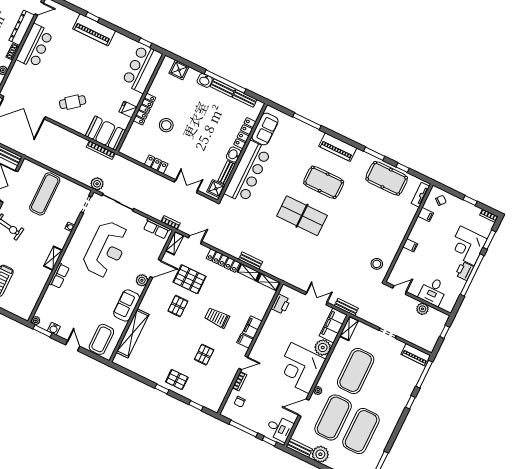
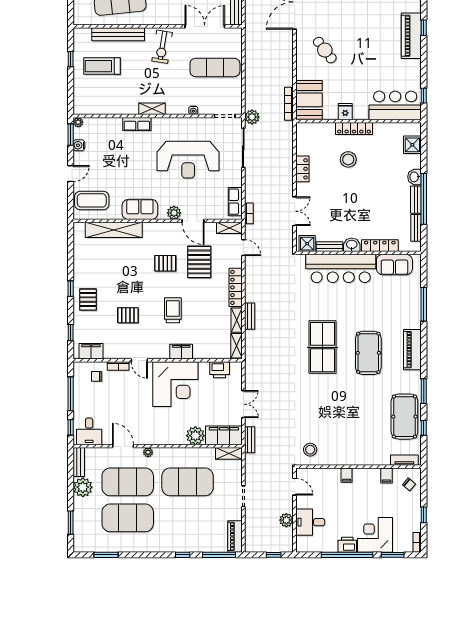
filing cabinet: (245, 341) -> (91, 351), moved, width x2.00
corner desk: (300, 368) -> (175, 384), moved, turned 180

